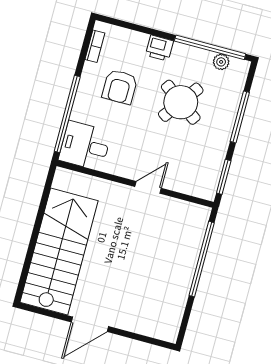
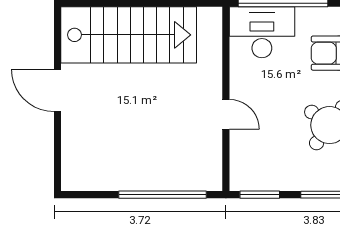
desk: (85, 146) -> (262, 32), width x1.37

